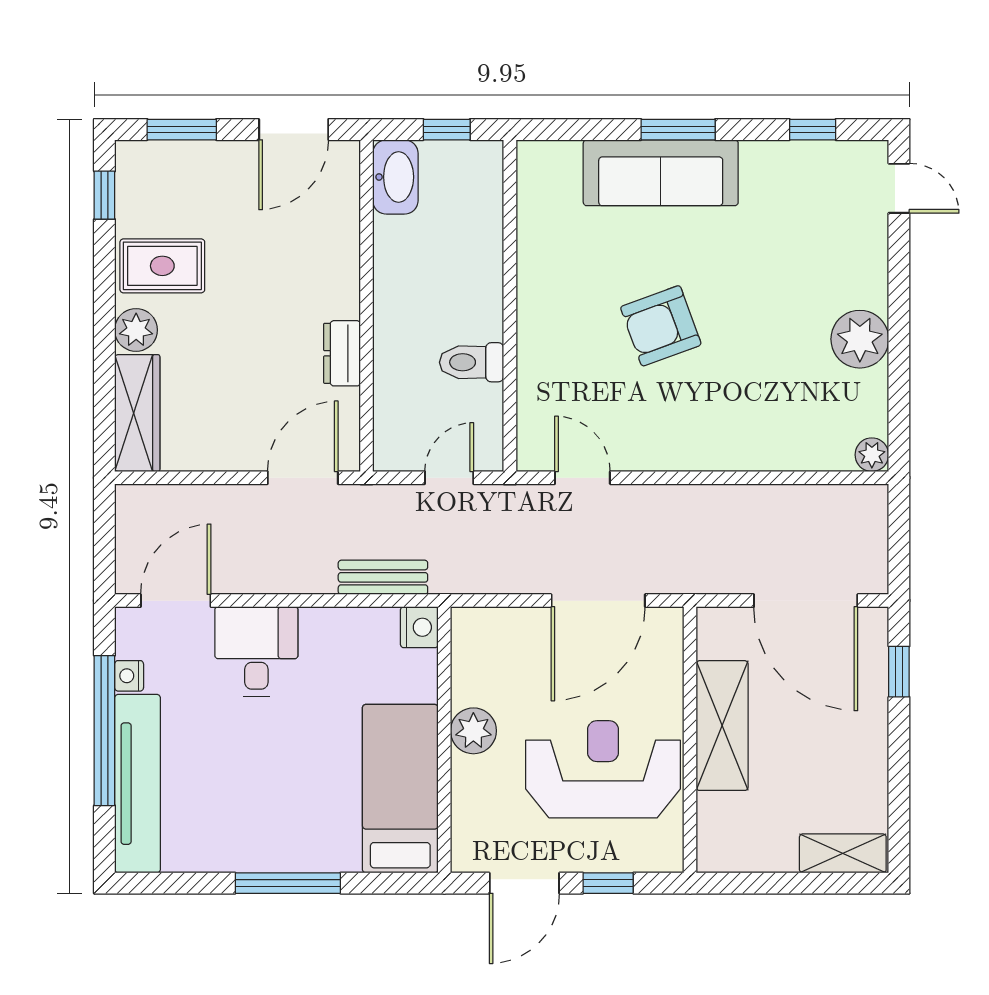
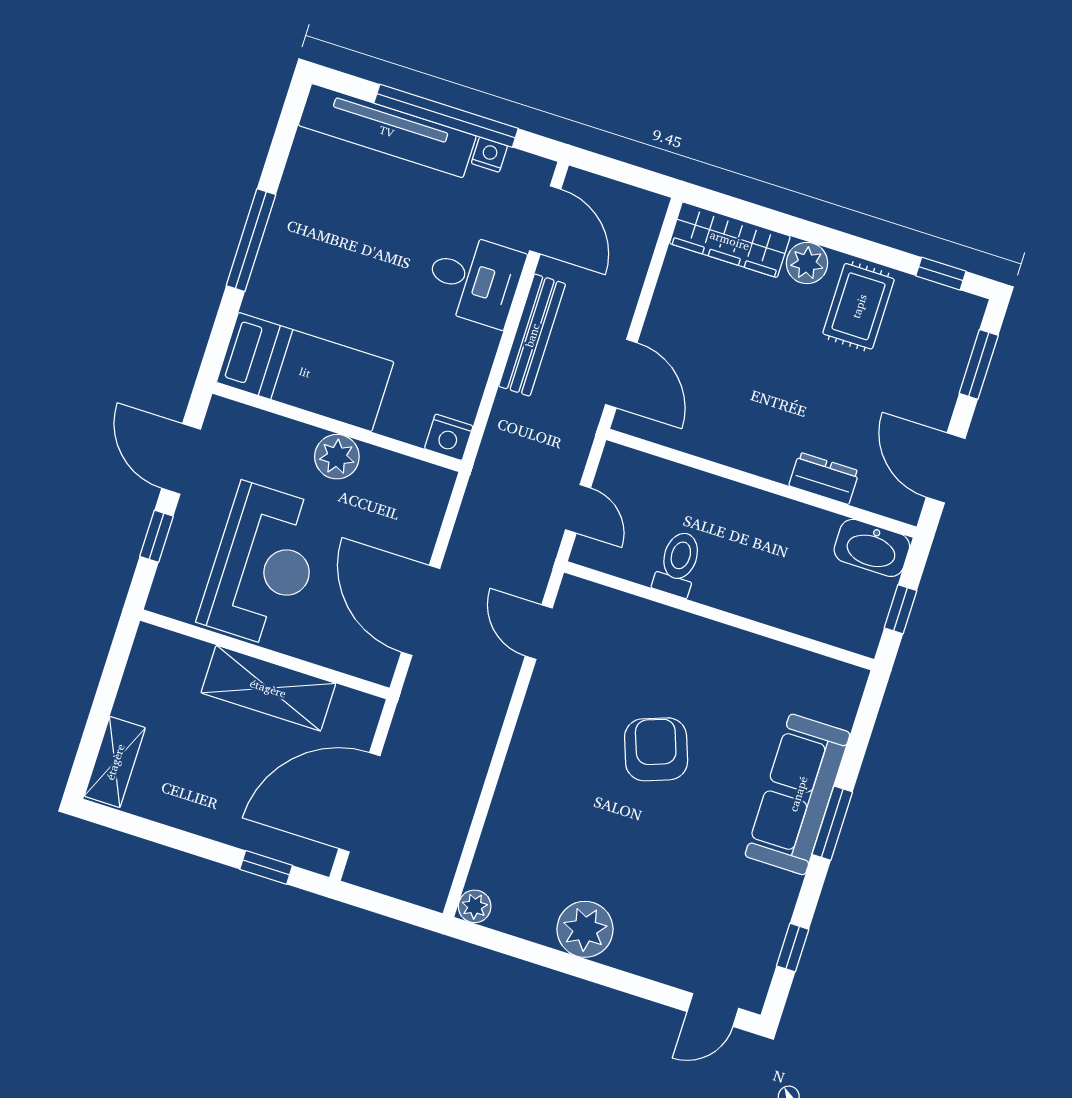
dresser: (342, 353) -> (824, 478), moved
door: (582, 478) -> (539, 632), swing flipped
bench: (383, 577) -> (532, 335), moved, width x1.36

